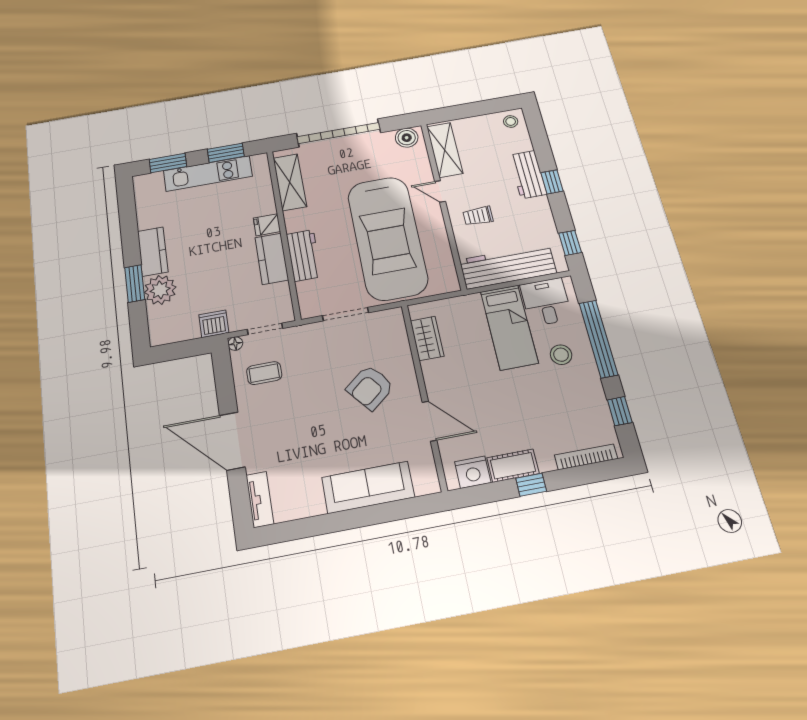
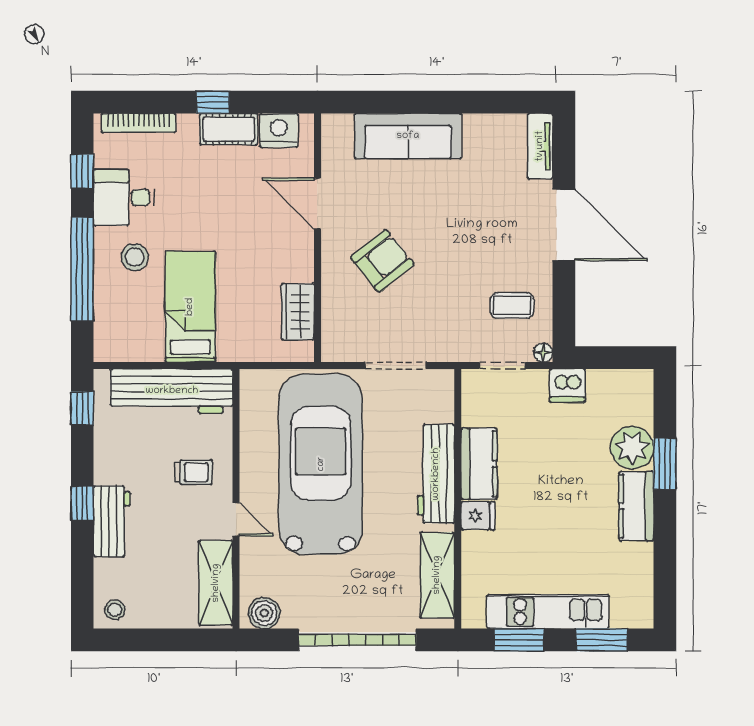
workbench: (304, 255) -> (436, 474), width x1.38
desk: (546, 302) -> (124, 197), moved, turned 90

